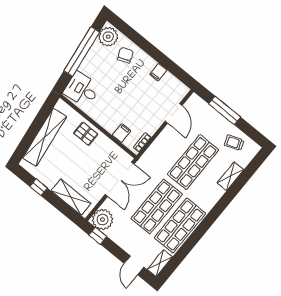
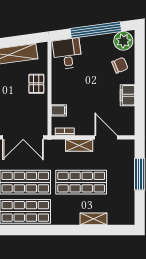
filing cabinet: (158, 72) -> (127, 95), width x2.00
door: (174, 113) -> (106, 137), swing flipped
shelving: (162, 140) -> (79, 145), added
trolley: (234, 143) -> (121, 201), removed

